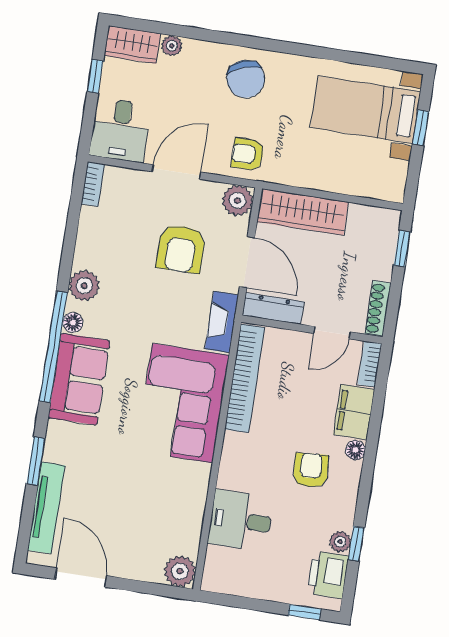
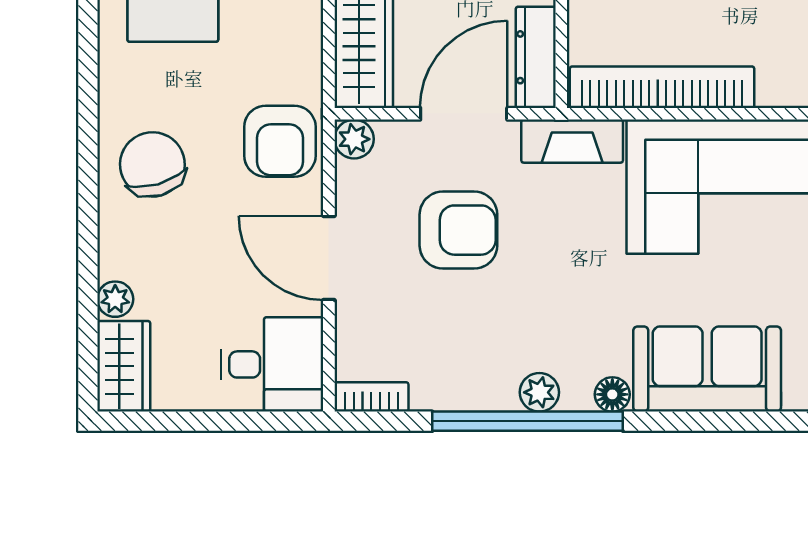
window: (95, 76) -> (187, 421), removed
chair: (246, 79) -> (152, 164), turned -87
armchair: (248, 154) -> (280, 141), width x1.38, depth x1.38
plant: (238, 201) -> (354, 139), width x0.73, depth x0.73
plant: (84, 286) -> (539, 392), width x0.73, depth x0.73
window: (53, 347) -> (528, 421), moved

